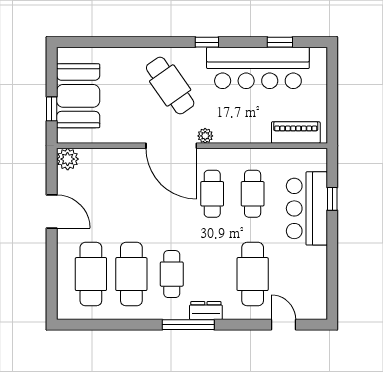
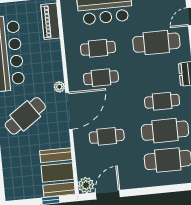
booth: (78, 96) -> (57, 172), moved, turned 90
cafe table: (131, 194) -> (107, 136), added
door: (52, 211) -> (108, 195), moved

